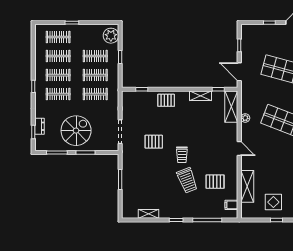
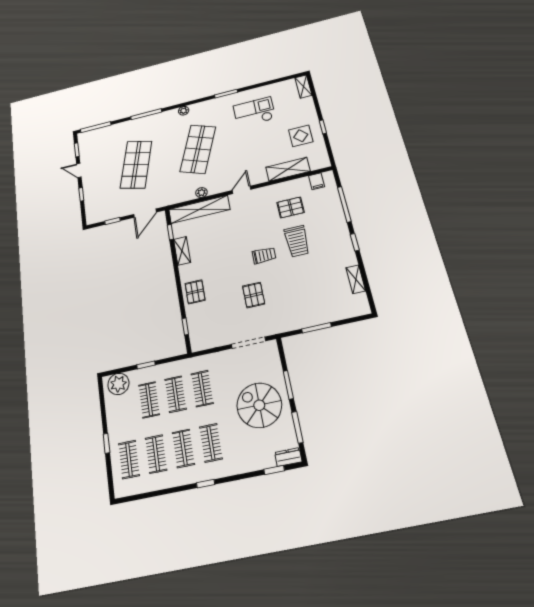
shelving: (231, 107) -> (199, 209), width x1.47
dresser: (39, 126) -> (288, 457), moved
trolley: (187, 180) -> (297, 241), turned 111
pallet: (215, 182) -> (290, 207), turned 90

